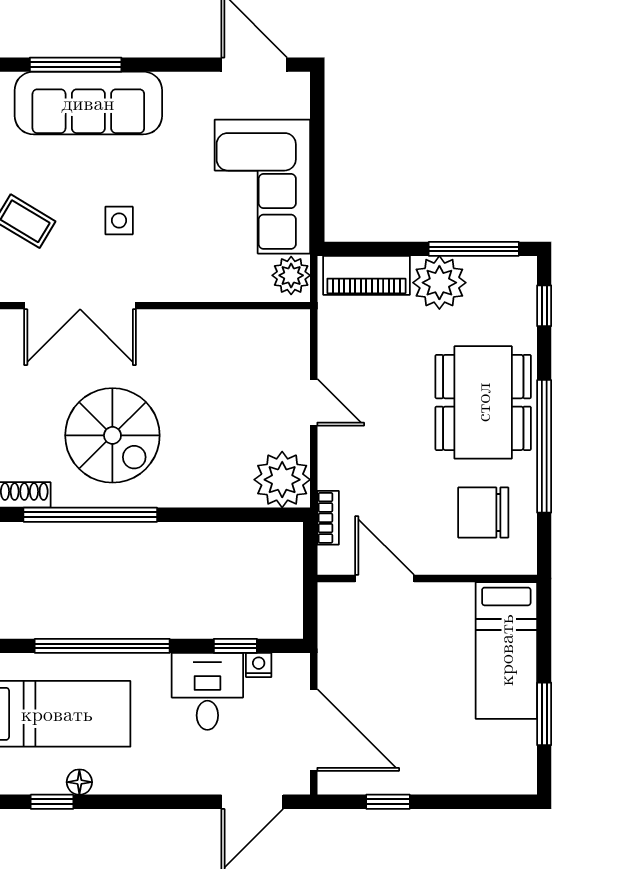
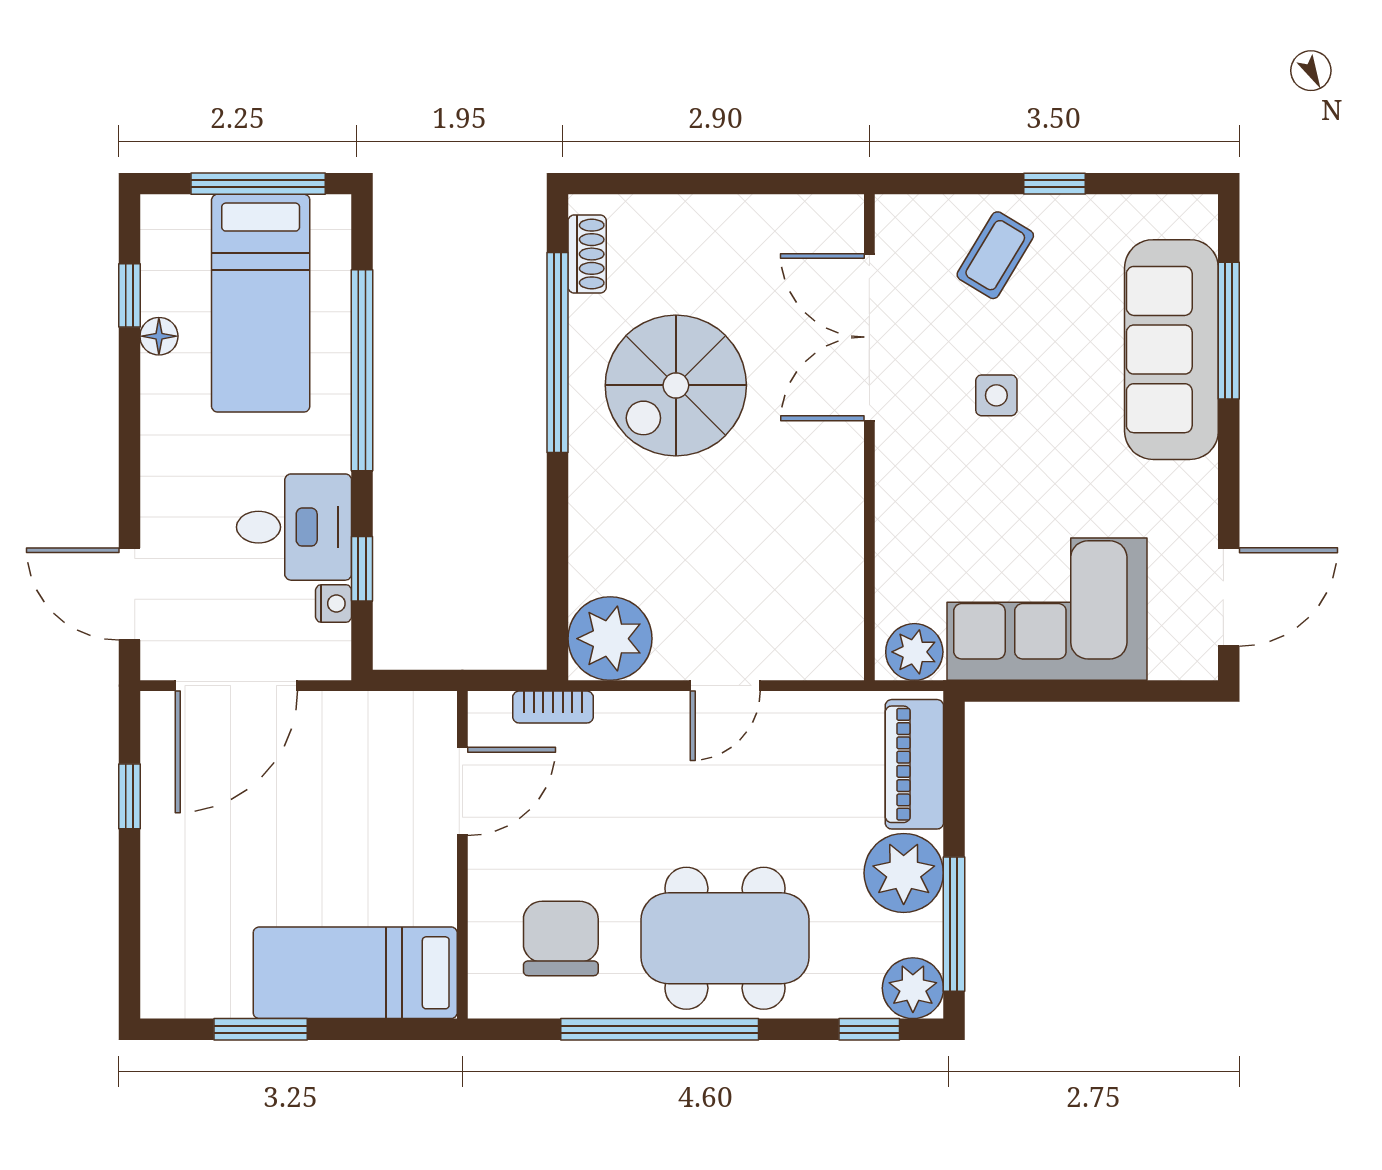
plant: (517, 276) -> (913, 988), added

